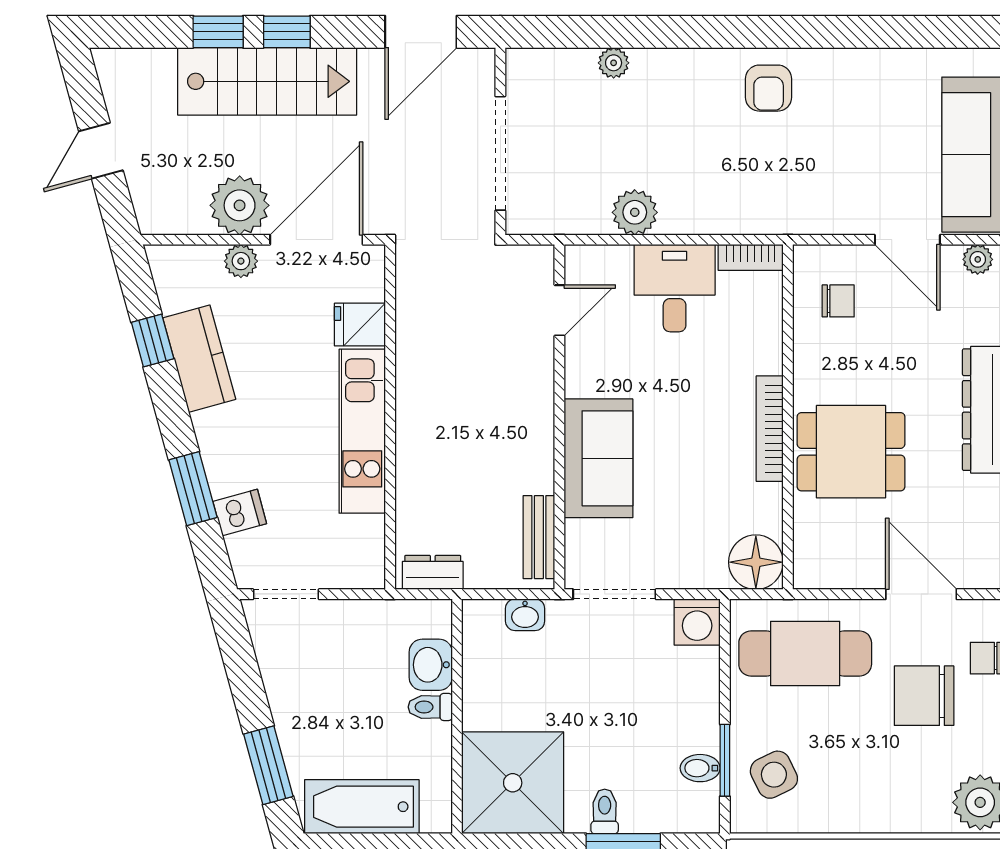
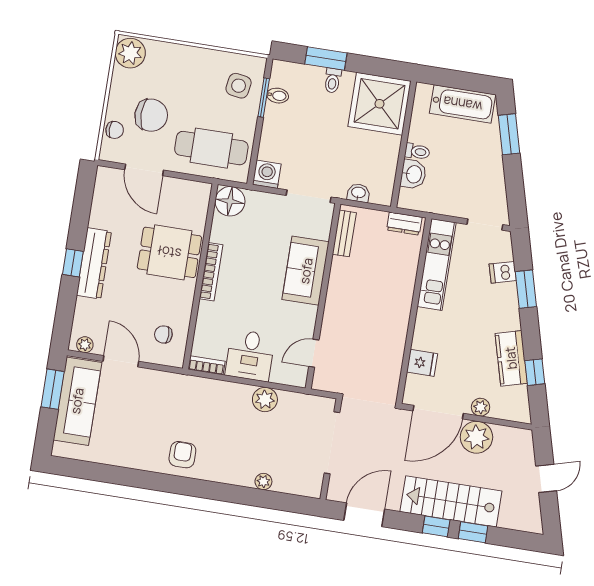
kitchen unit: (362, 431) -> (437, 264), moved
side table: (774, 775) -> (239, 86), turned 35

